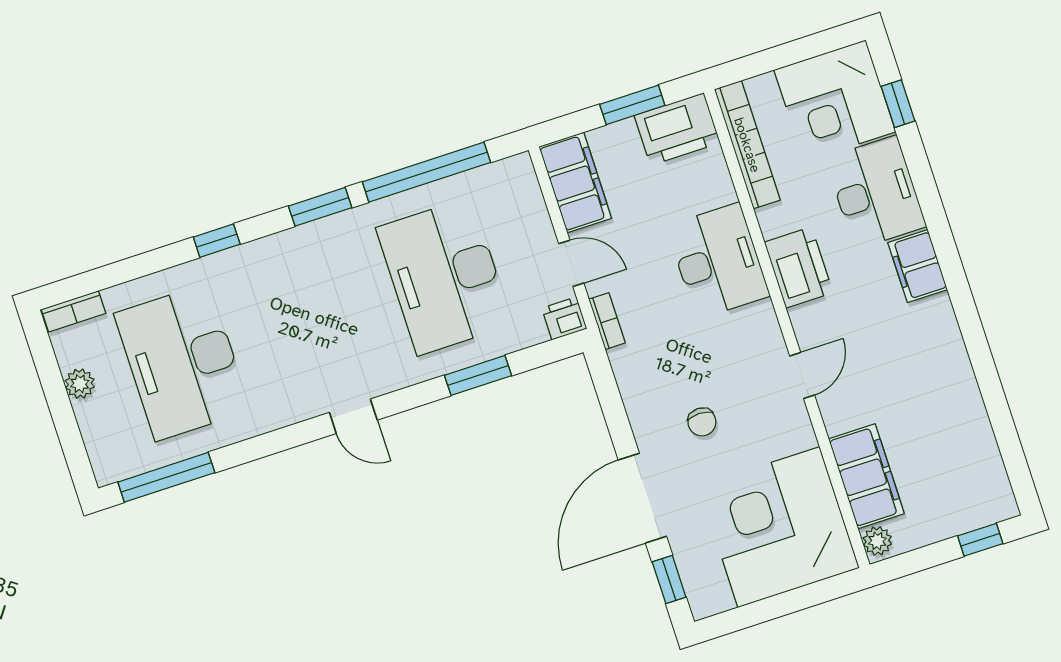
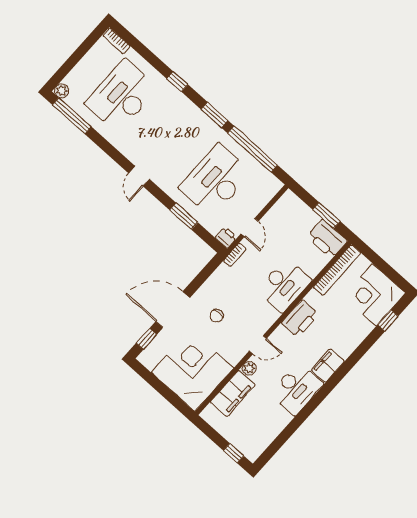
filing cabinet: (575, 182) -> (283, 211), removed
desk: (876, 192) -> (297, 389), moved
plant: (80, 384) -> (62, 91), moved
plant: (877, 541) -> (249, 368), moved

